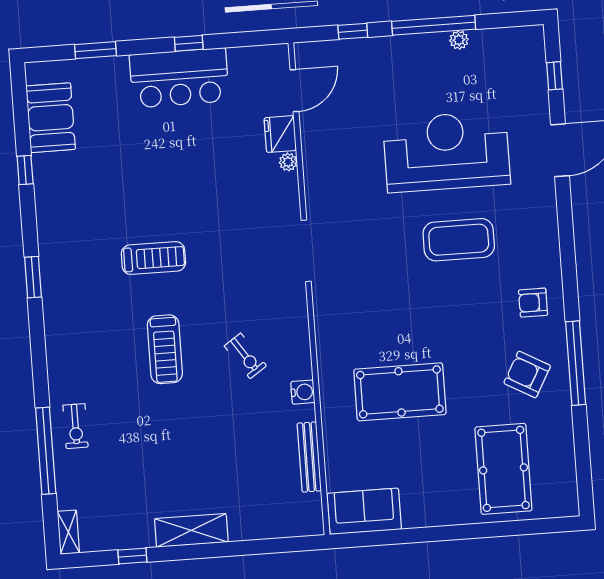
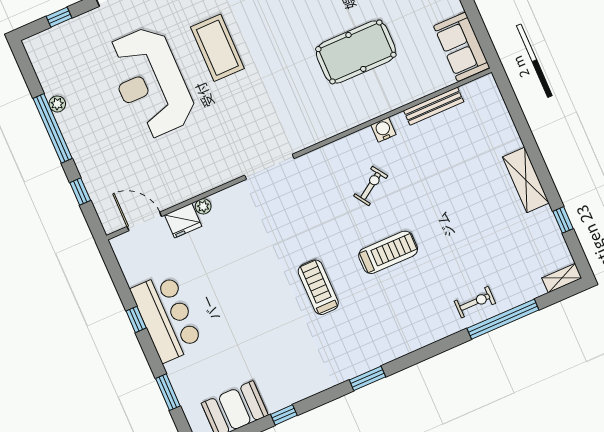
pool table: (400, 392) -> (356, 52), turned 90

